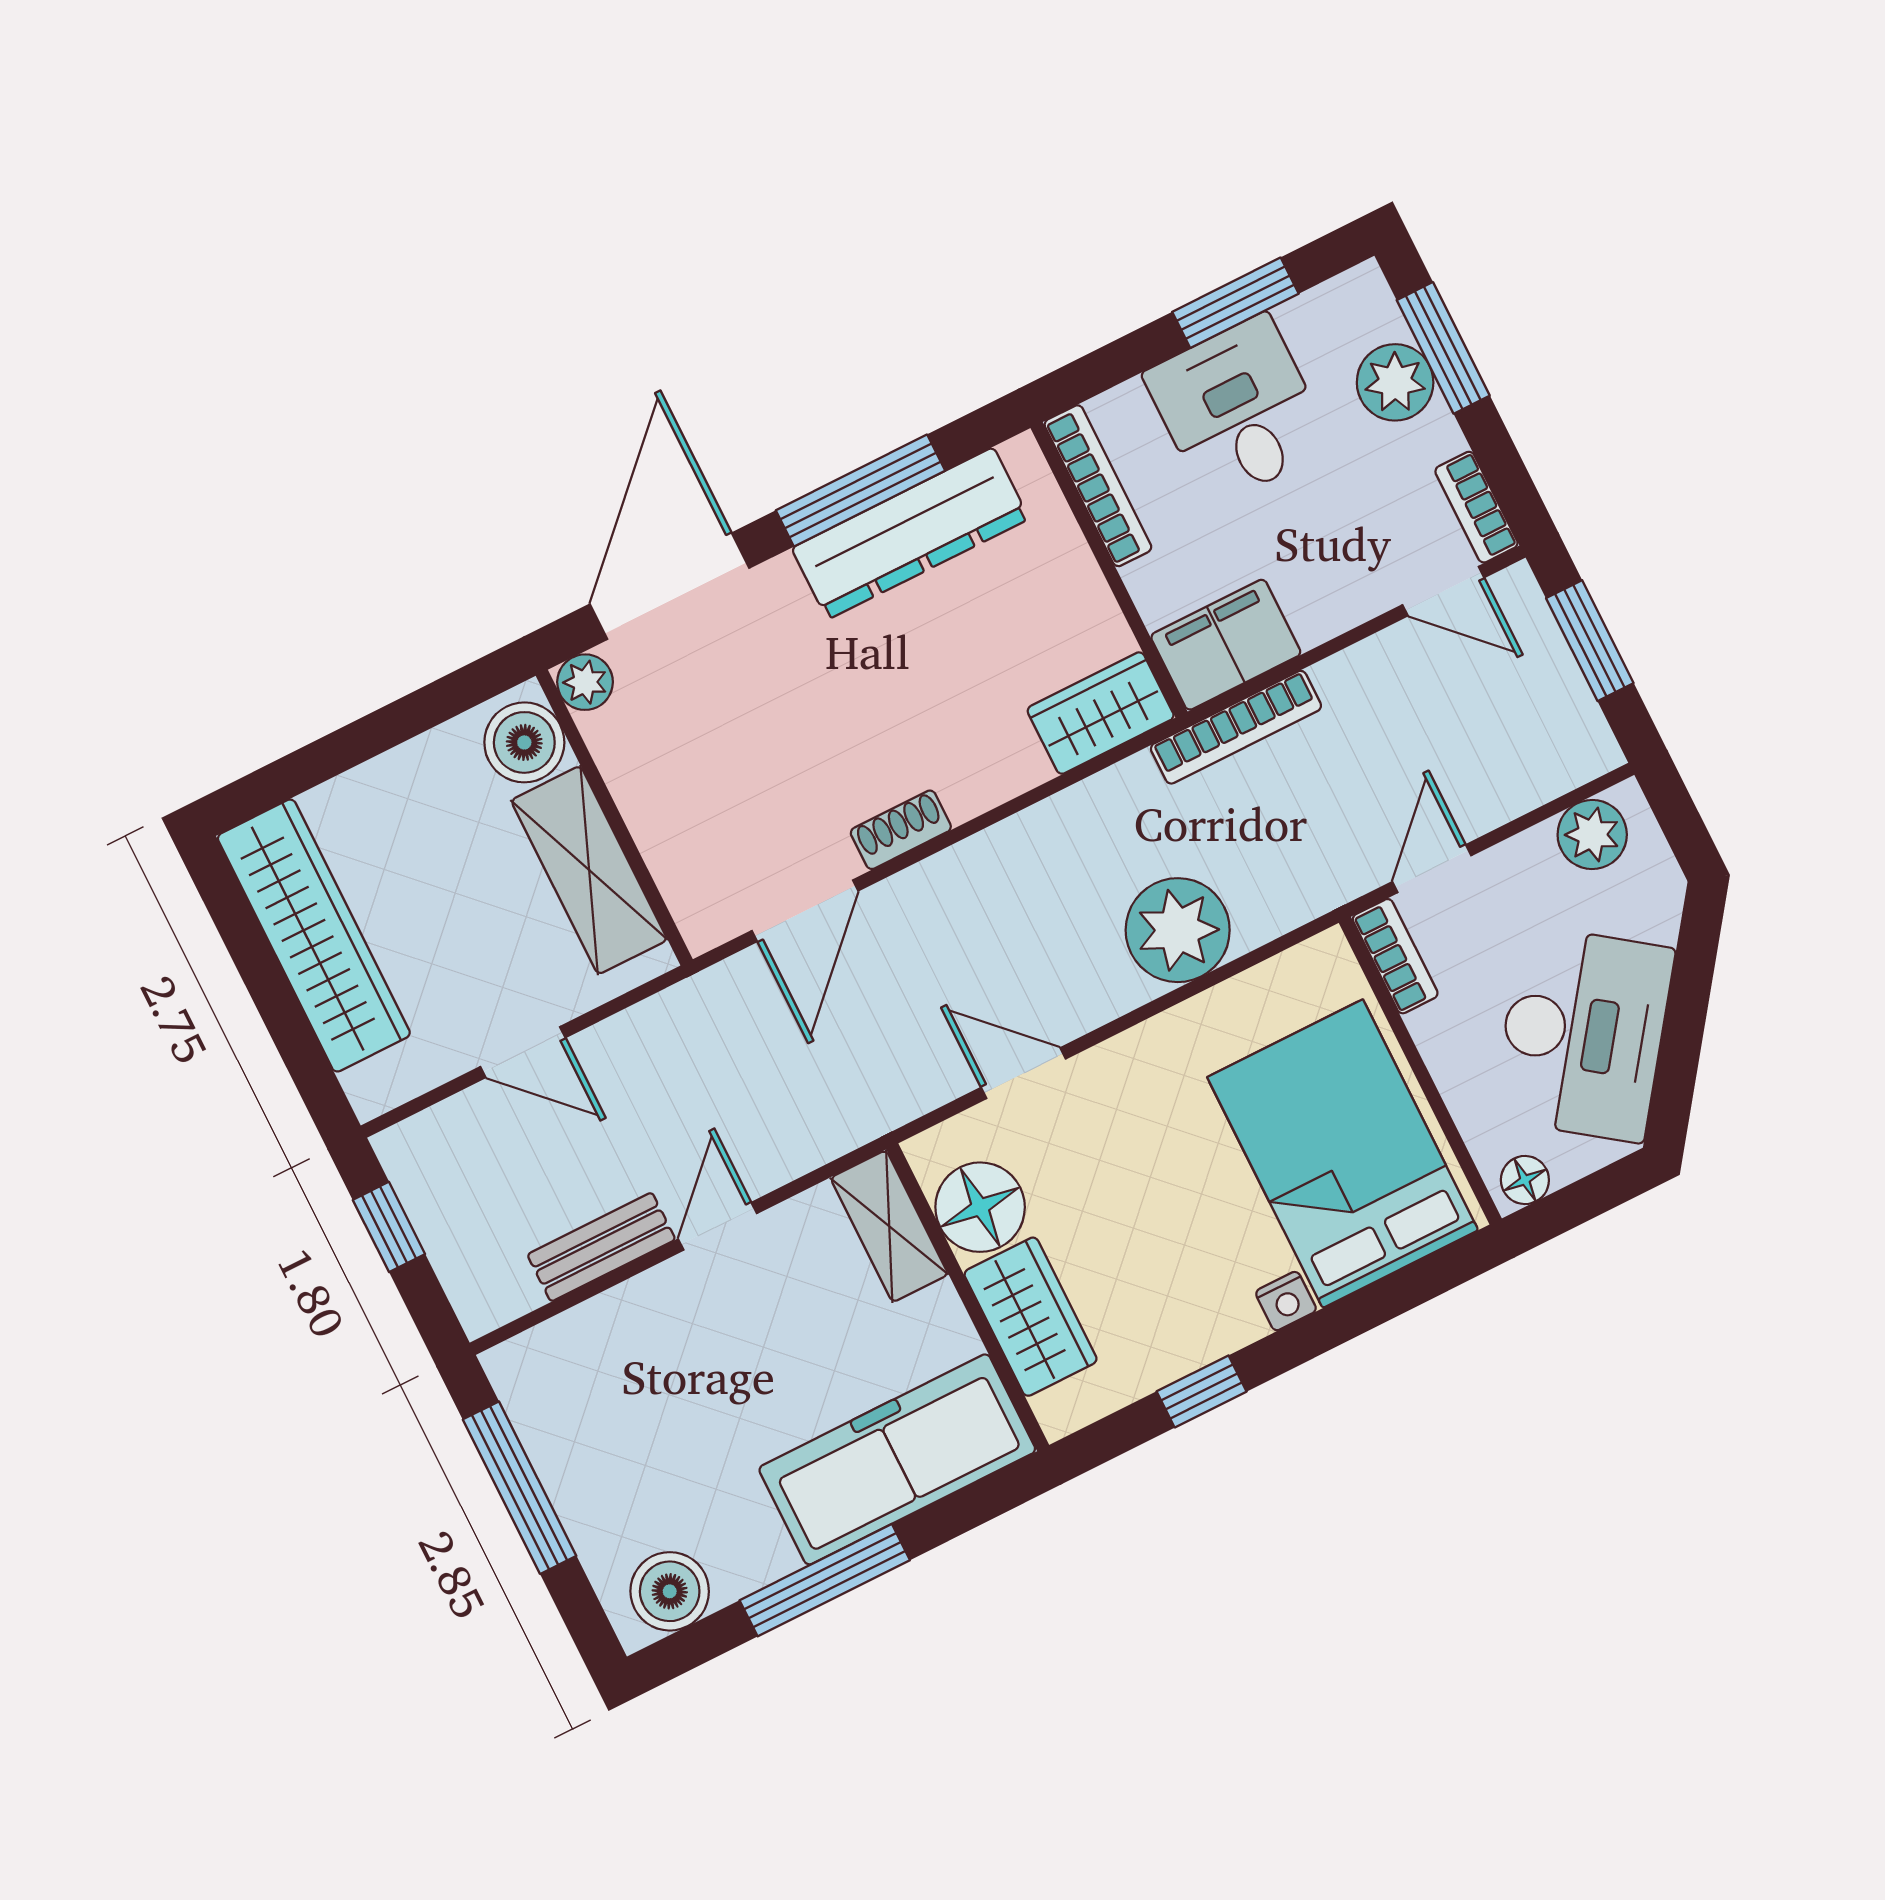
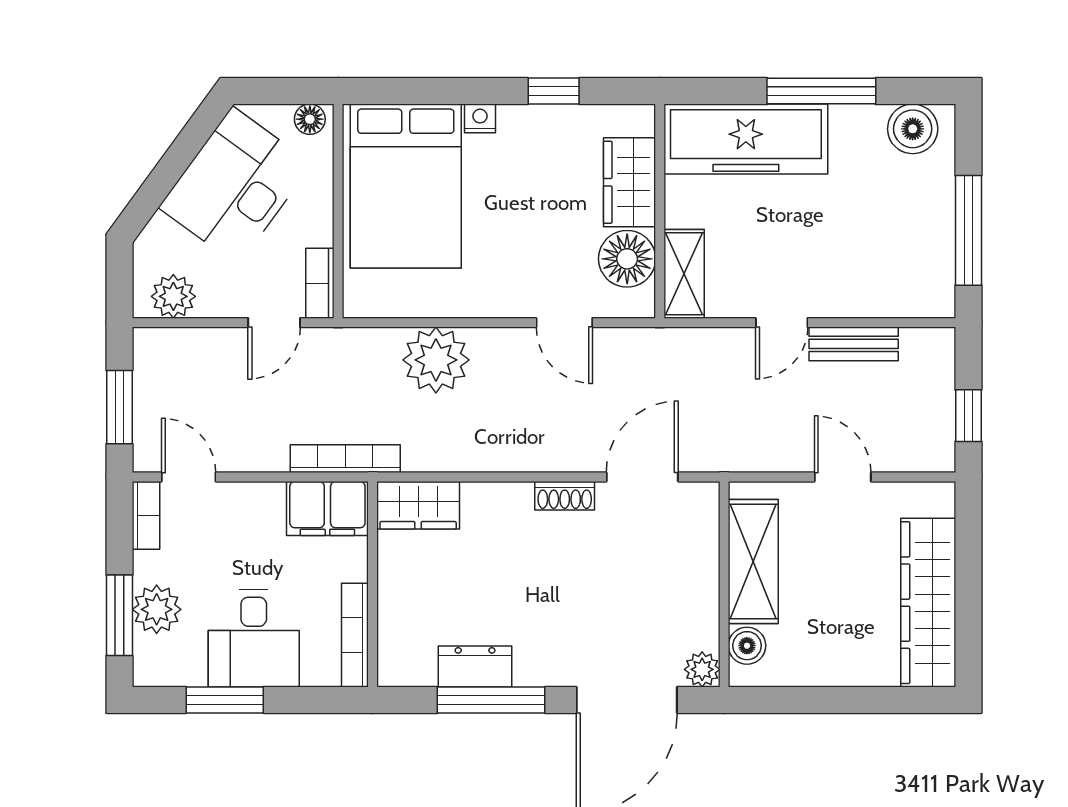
dresser: (910, 533) -> (475, 666), width x0.51, depth x0.80
boiler: (524, 742) -> (747, 646), width x0.73, depth x0.73

